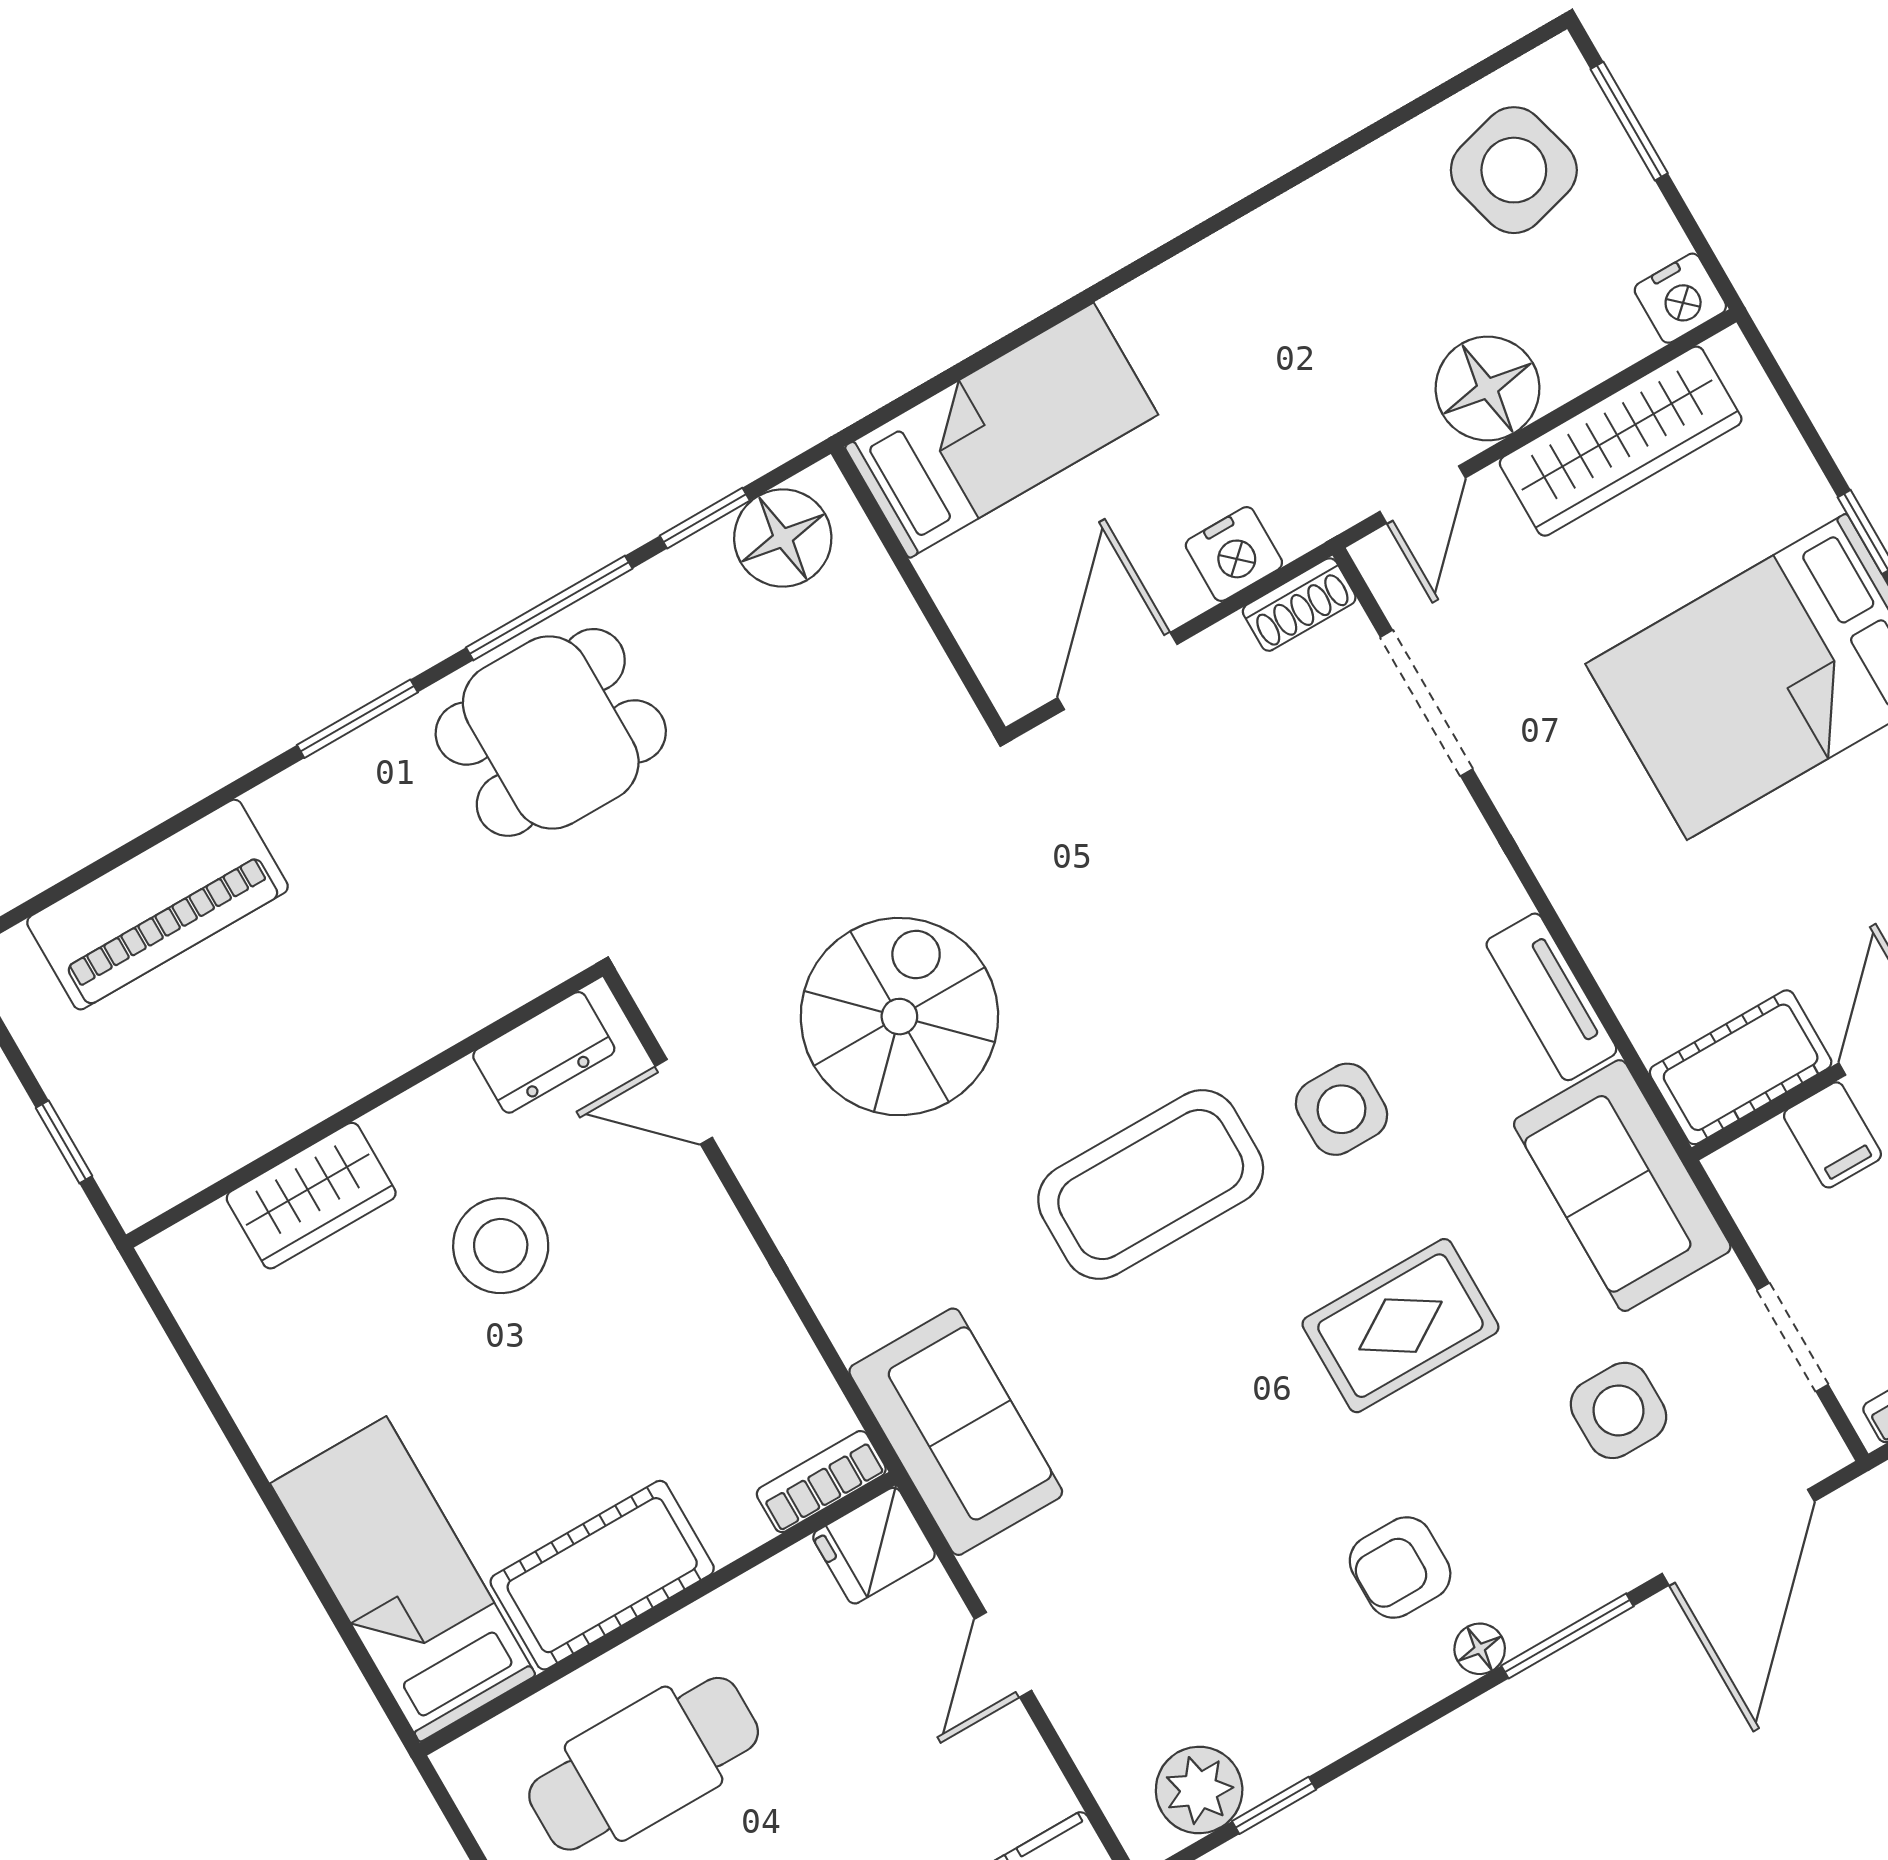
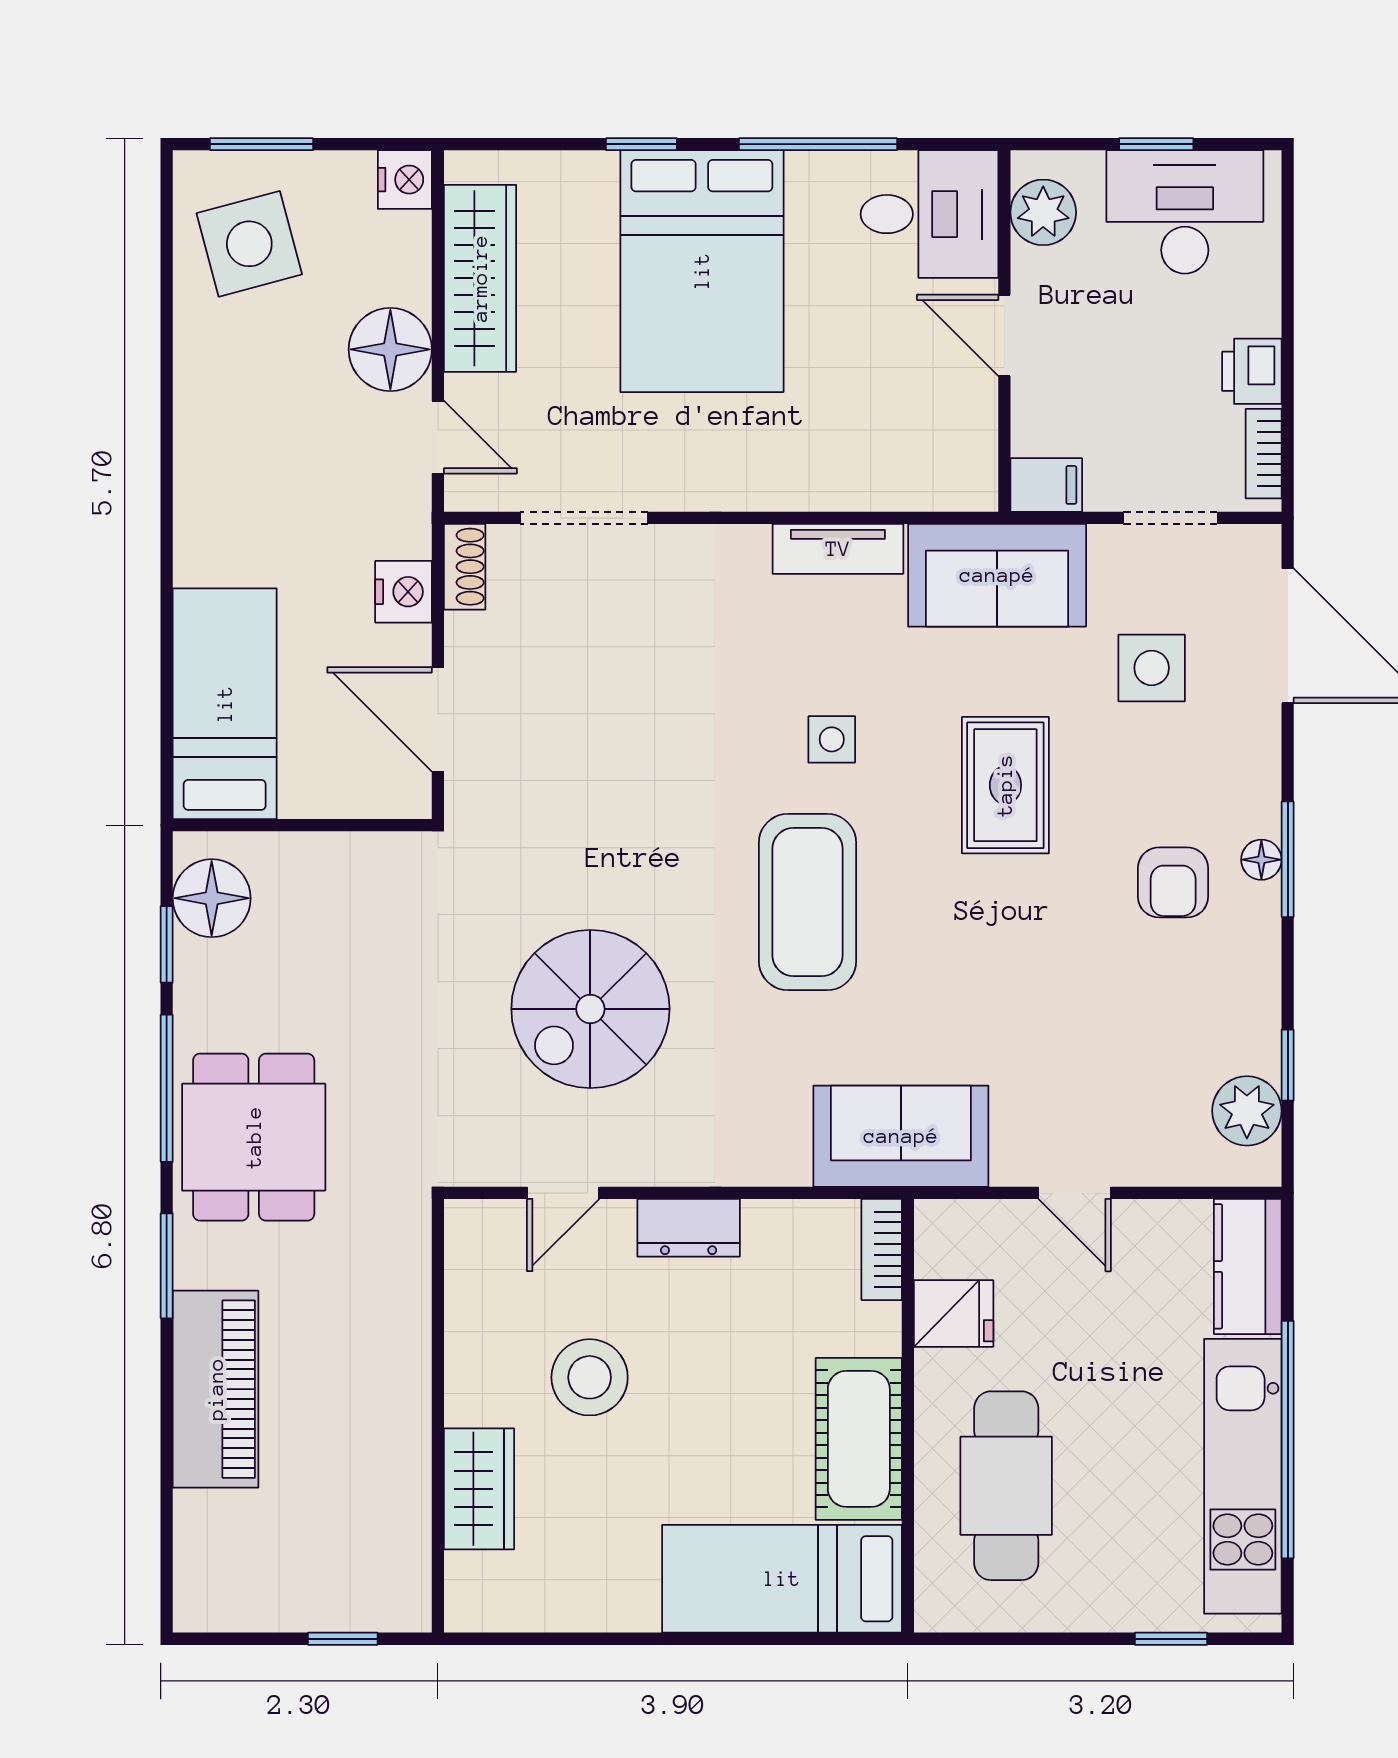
piano: (157, 905) -> (216, 1389), moved
spiral stairs: (899, 1017) -> (590, 1009), turned -90
dresser: (544, 1052) -> (689, 1228), moved, turned 90
cot: (1741, 1067) -> (962, 446), removed
side table: (1342, 1109) -> (832, 739), width x0.73, depth x0.73
filing cabinet: (1832, 1135) -> (1046, 485), moved
fridge: (874, 1546) -> (954, 1313), moved, turned -90
window: (1567, 1636) -> (1288, 859), moved

